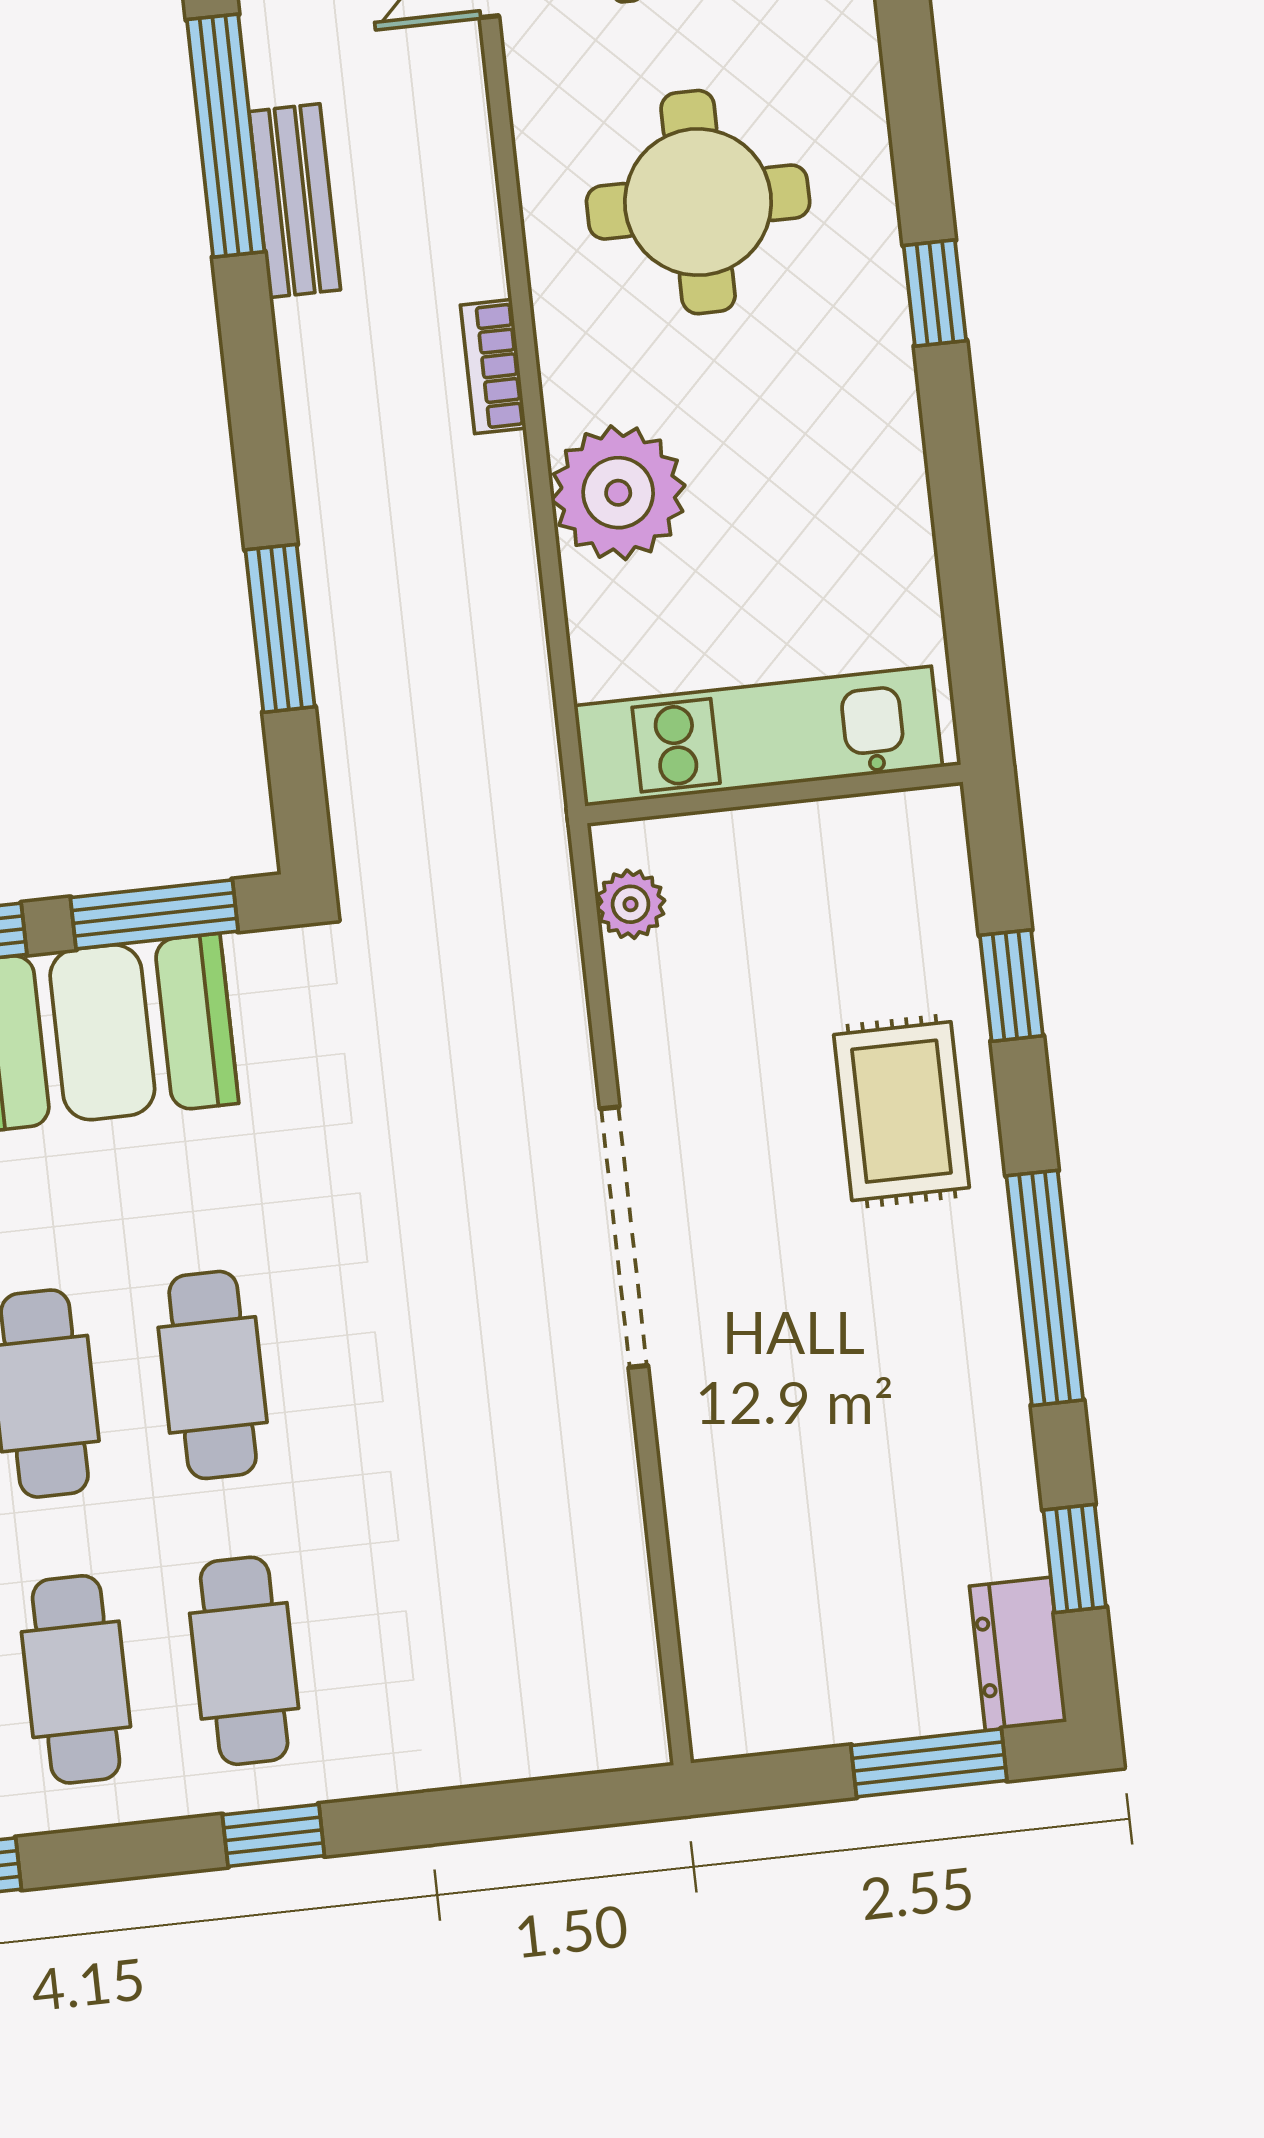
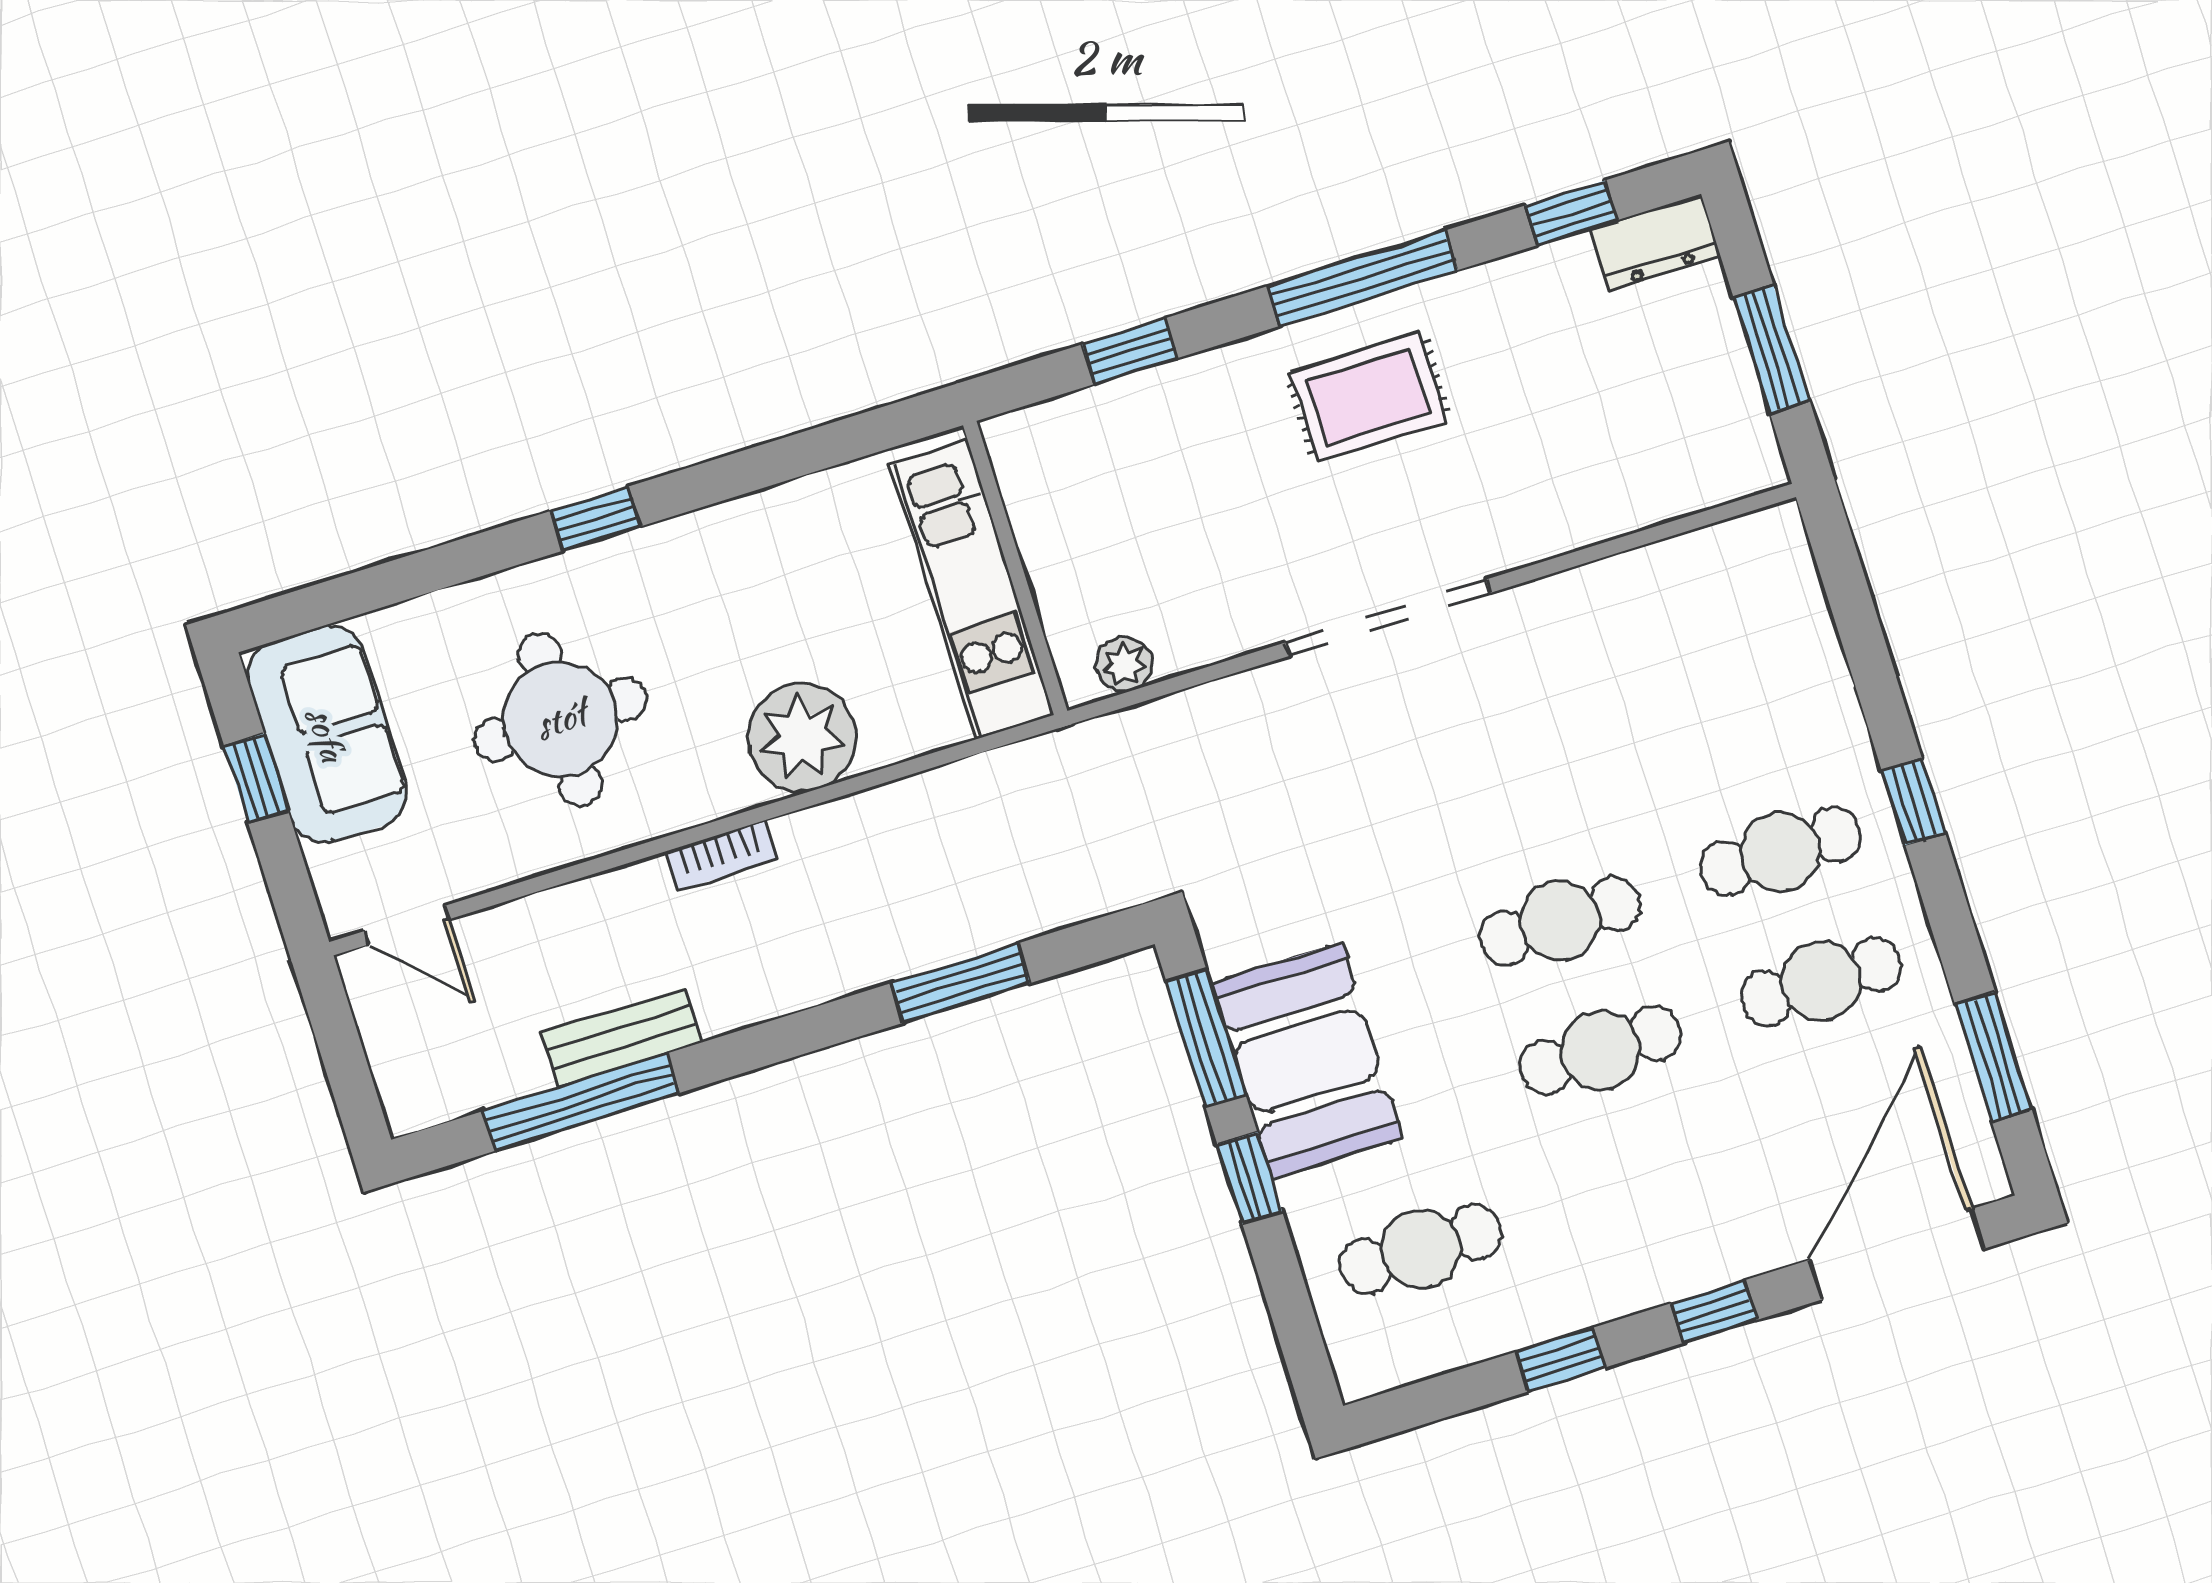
rug: (901, 1111) -> (1368, 397), moved
window: (929, 1763) -> (1772, 349), moved

